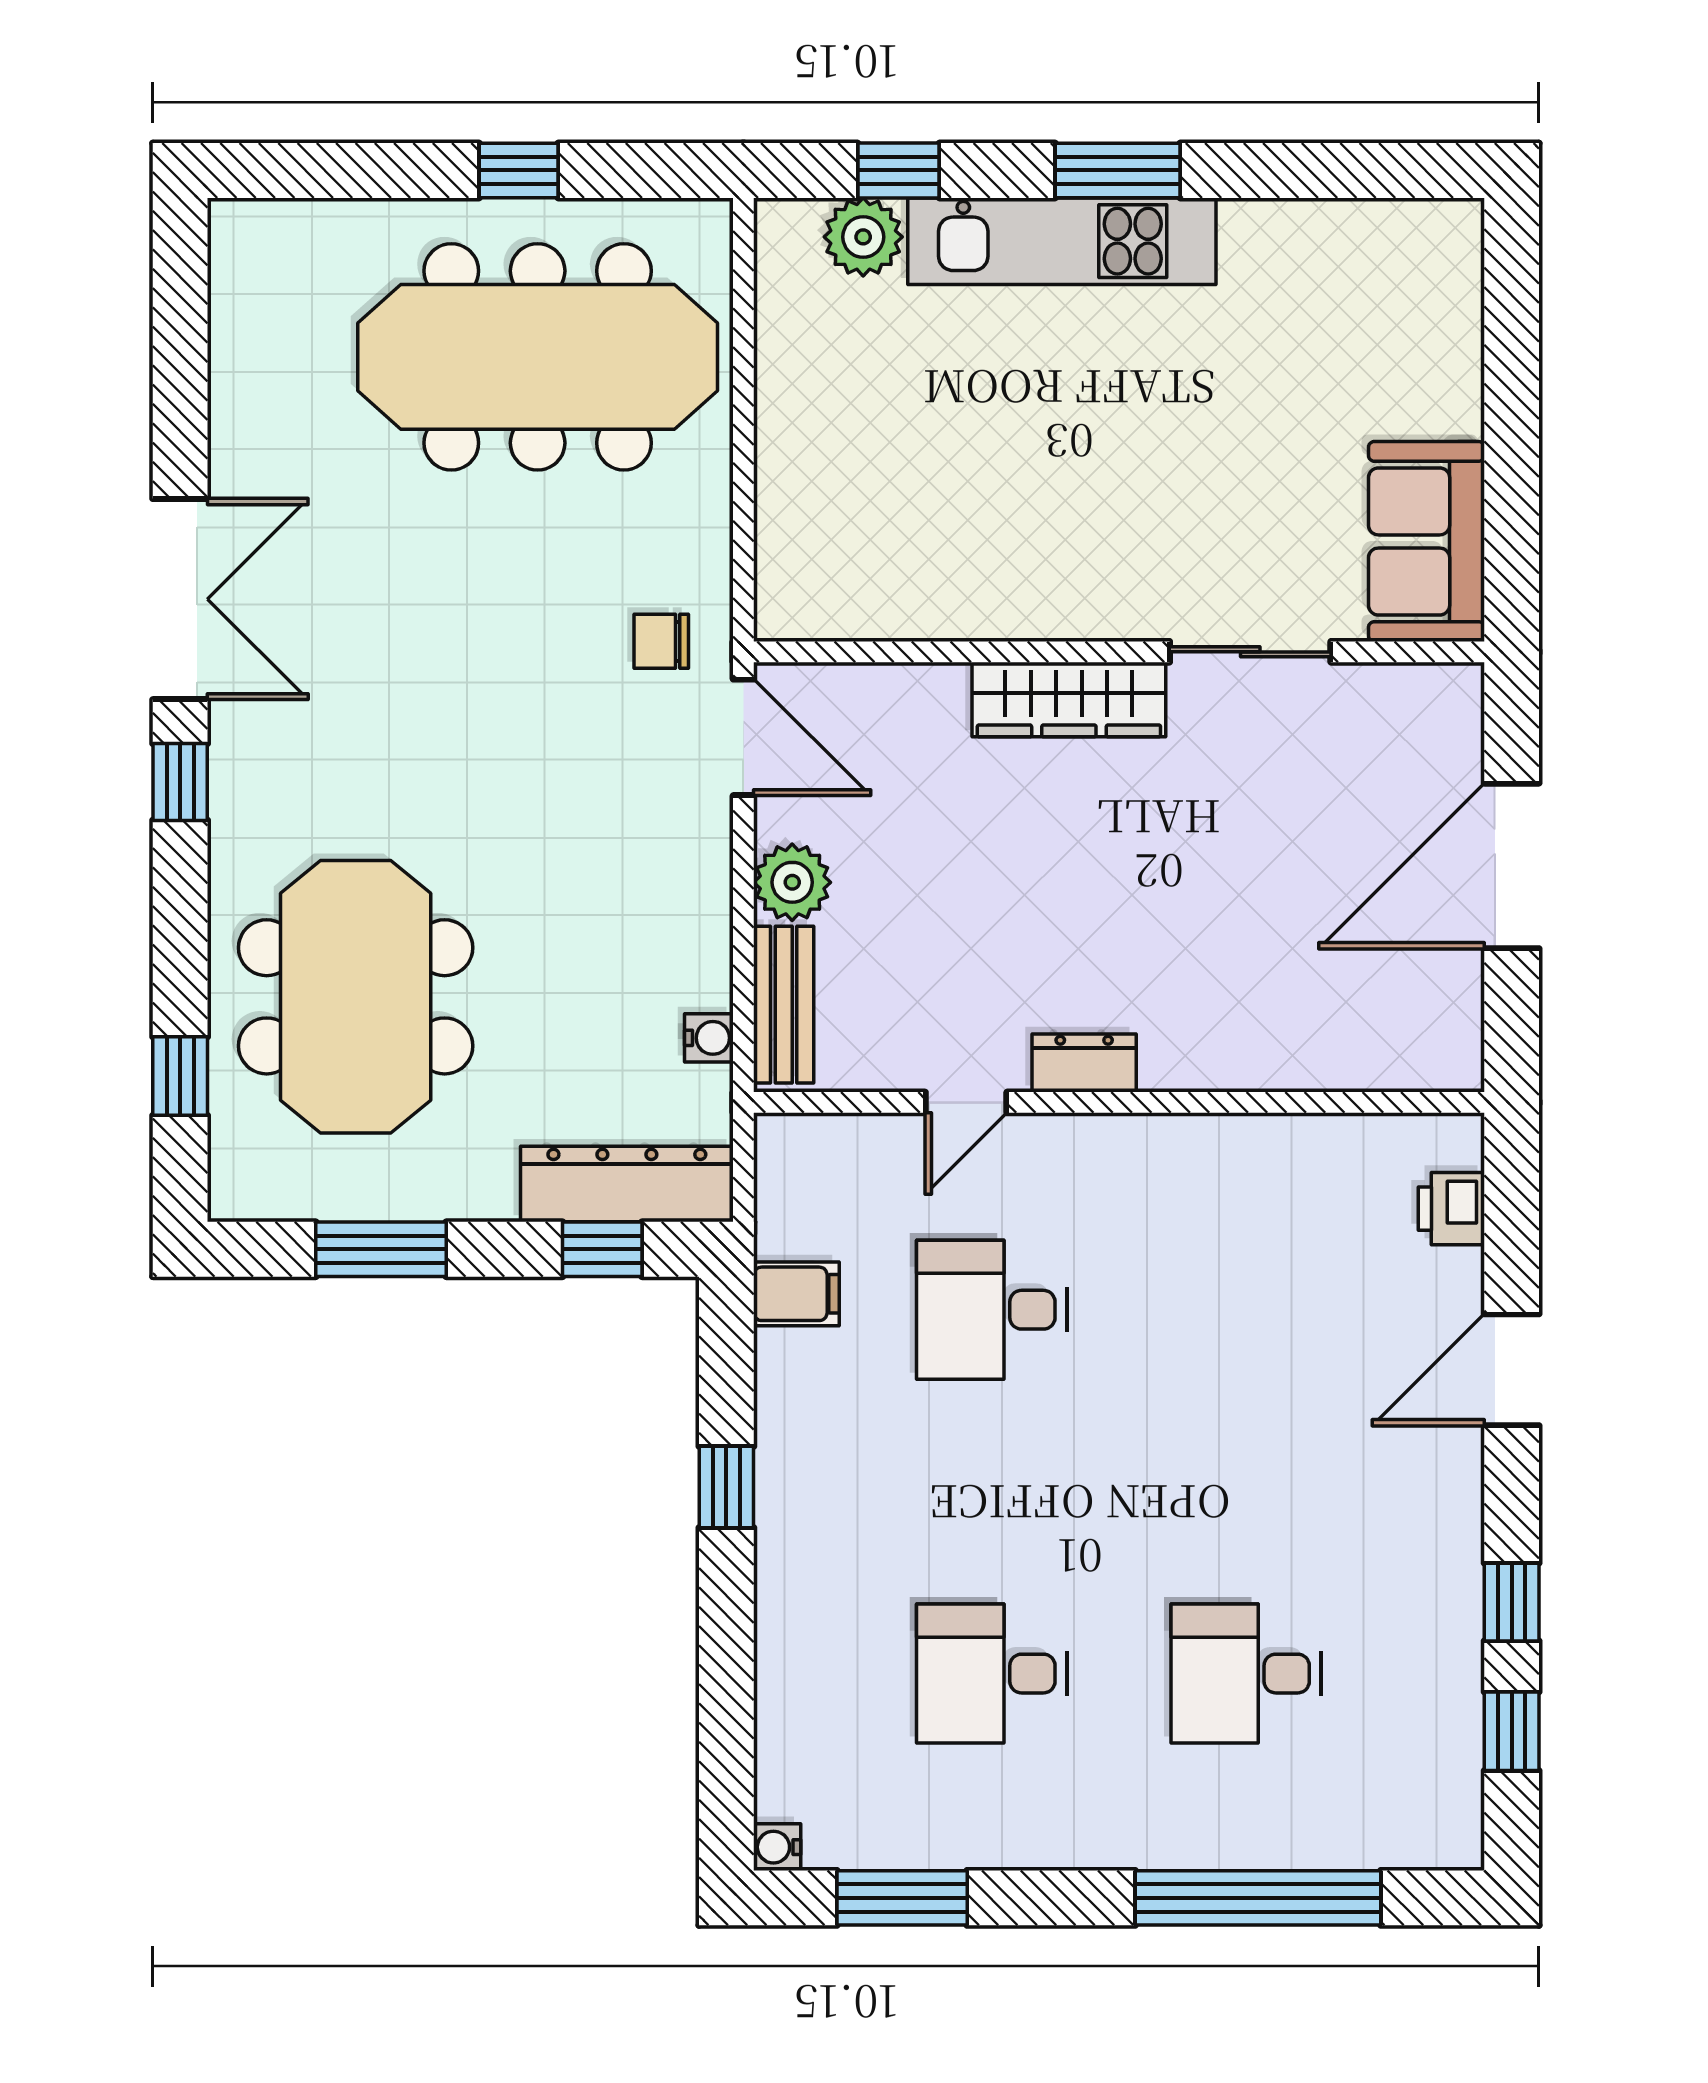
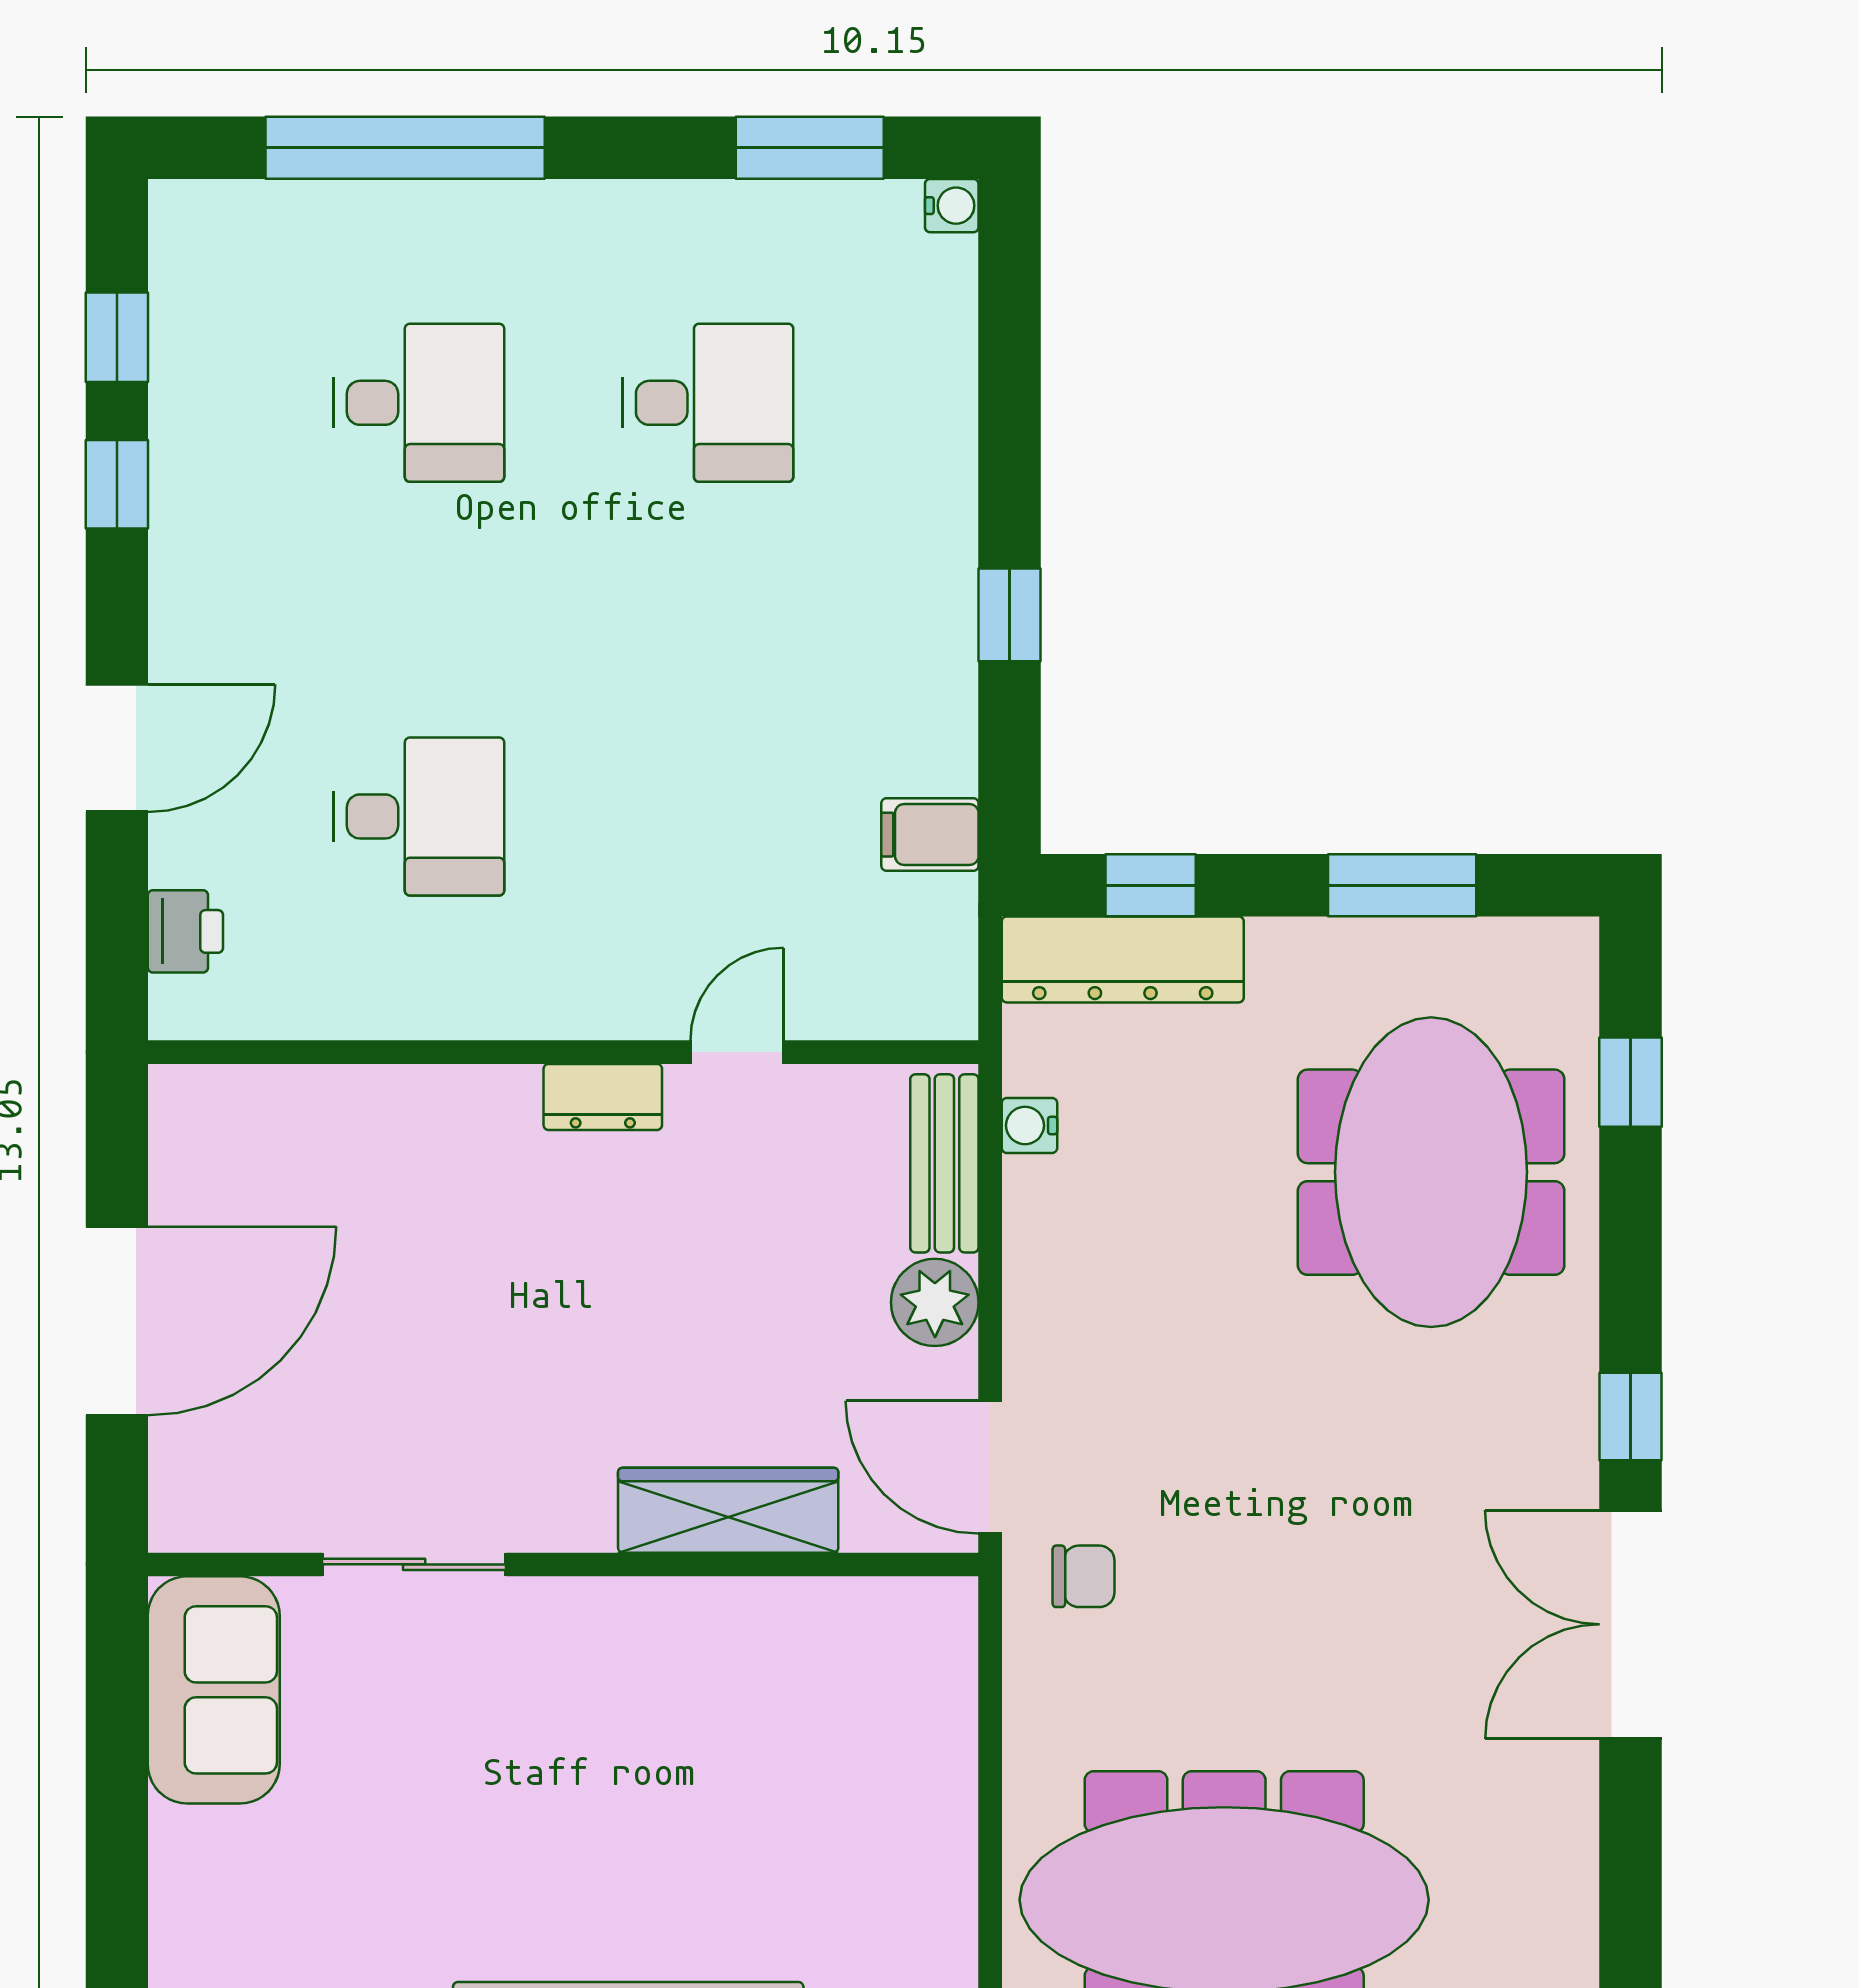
wardrobe: (1069, 699) -> (728, 1510), moved
desk: (992, 1310) -> (419, 816), moved

